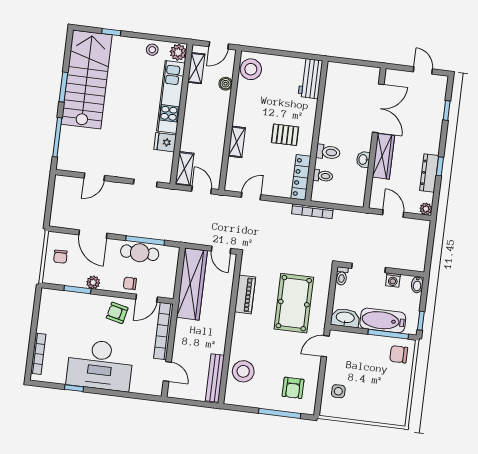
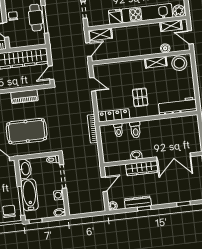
workbench: (310, 79) -> (178, 106), width x1.38
shelving: (237, 142) -> (156, 62), moved

